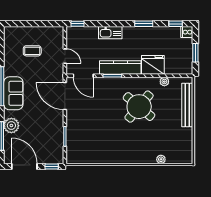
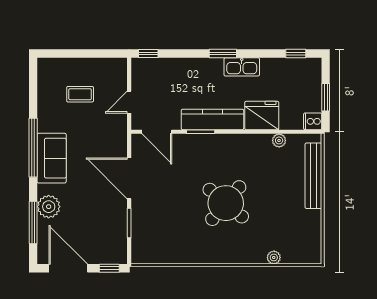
window: (144, 24) -> (223, 54), moved
cooker: (187, 32) -> (313, 121), moved
kitchen sink: (110, 33) -> (242, 67), moved
door: (65, 56) -> (129, 102), swing flipped
door: (65, 96) -> (129, 178), moved
round table: (139, 107) -> (226, 203), moved

